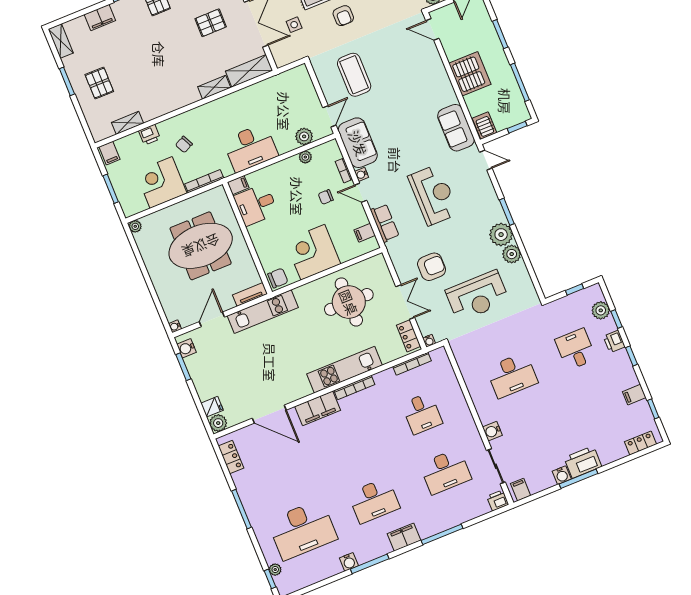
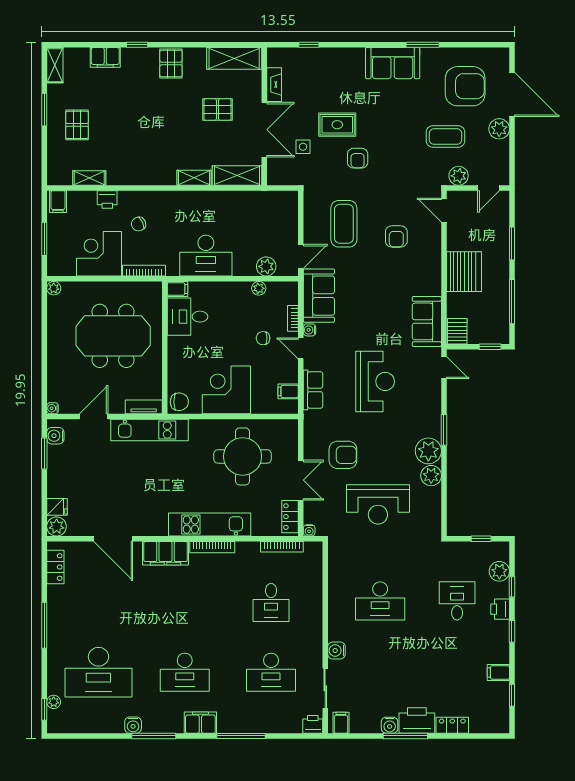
armchair: (402, 68) -> (396, 236), added
locker: (641, 443) -> (452, 725), moved

